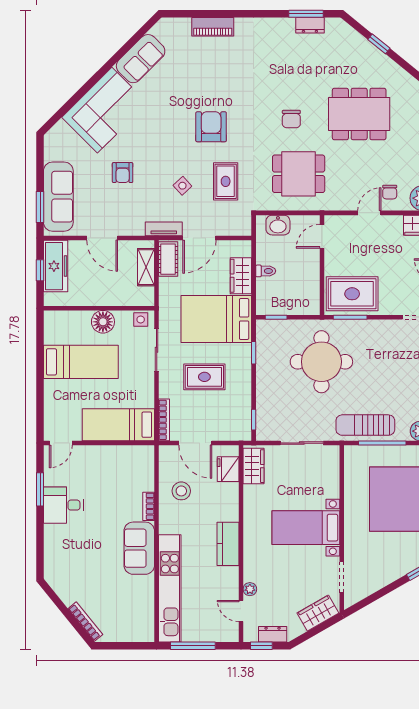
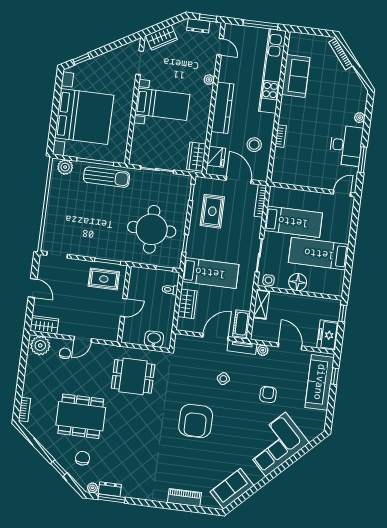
plant: (332, 24) -> (93, 488), added
sofa: (141, 59) -> (232, 489), moved
chair: (291, 119) -> (83, 458), moved
armchair: (211, 127) -> (196, 421), width x1.36, depth x1.36
rug: (226, 181) -> (190, 378), removed
window: (40, 207) -> (335, 376), width x0.67
plant: (137, 229) -> (263, 350), added
door: (322, 236) -> (124, 308), moved
freezer: (56, 266) -> (328, 335), width x0.71
shelving: (146, 267) -> (261, 304), moved
window: (40, 270) -> (343, 313), moved
toilet: (266, 271) -> (170, 290), moved
rug: (352, 294) -> (104, 279), width x0.73, depth x0.70
bed: (216, 319) -> (210, 273), width x0.67
round table: (321, 362) -> (152, 229), moved
rug: (204, 377) -> (212, 211), moved, turned 90
bed: (118, 425) -> (293, 222), moved
desk: (63, 505) -> (346, 145), width x1.37
plant: (50, 543) -> (360, 118), added
kitchen counter: (228, 544) -> (222, 108), width x1.50
sofa: (139, 548) -> (296, 76), moved
plant: (250, 589) -> (209, 80), moved

